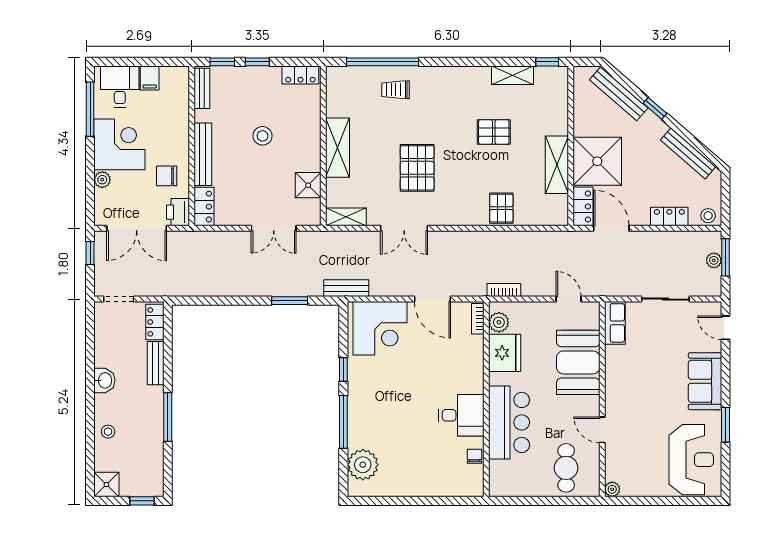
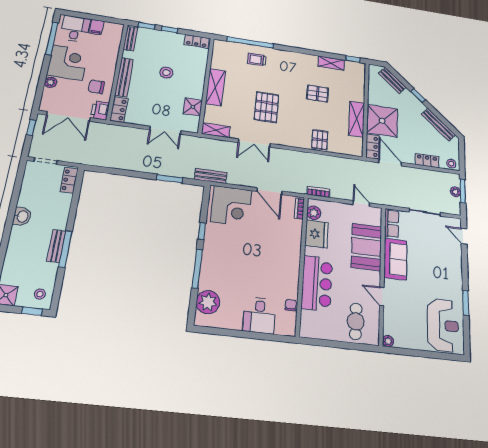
bench: (619, 94) -> (392, 80), width x0.73
bench: (156, 363) -> (56, 246), moved
sofa: (705, 381) -> (395, 259), moved, turned 180
desk: (461, 415) -> (259, 315), moved, turned 90
stool: (108, 432) -> (40, 294), moved

